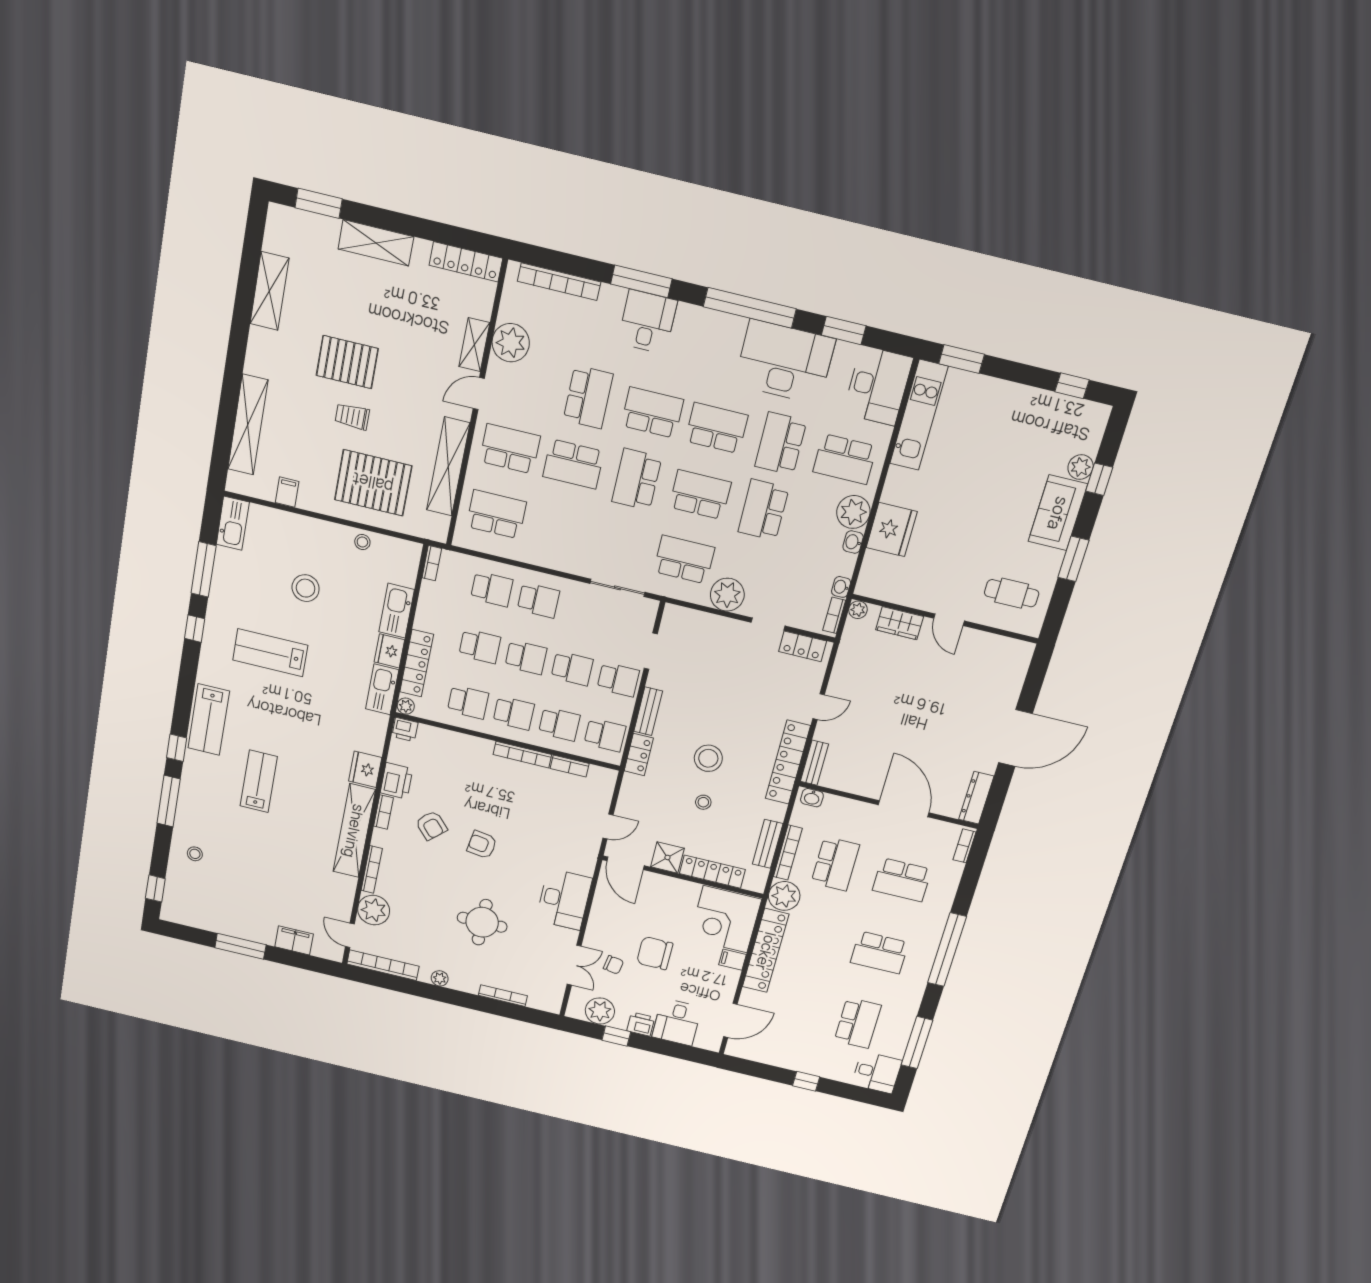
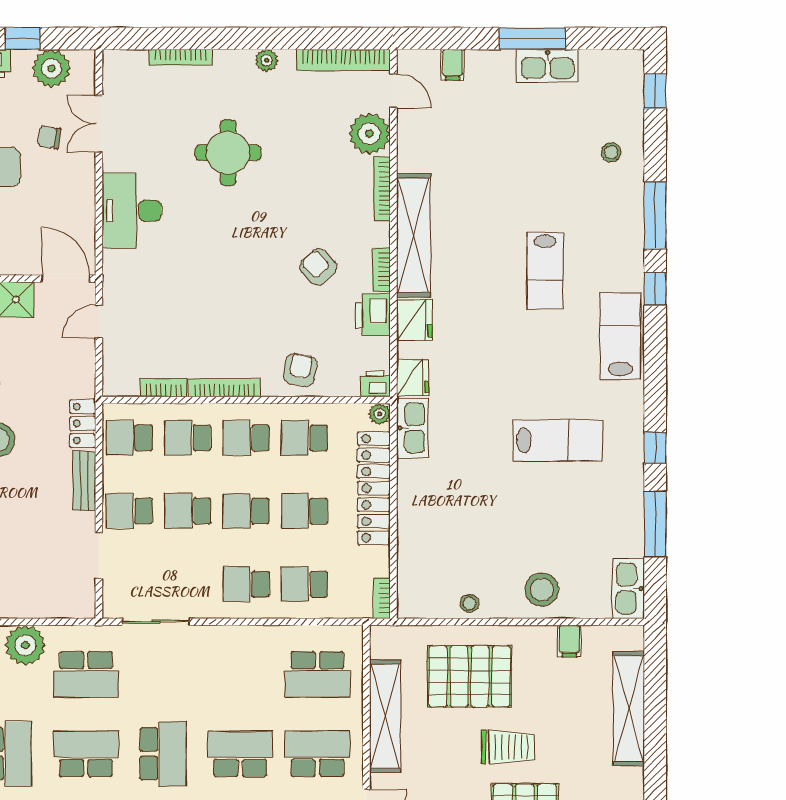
trolley: (352, 416) -> (508, 747), width x1.36, depth x1.39
school desk: (510, 449) -> (317, 754), turned 180
school desk: (700, 495) -> (86, 754), turned 180
stool: (306, 588) -> (542, 590), moved
kitchen sink: (397, 611) -> (548, 66), moved, turned 90
fridge: (389, 651) -> (413, 377), moved
locker: (417, 663) -> (374, 488), width x1.41, depth x1.21
armchair: (482, 845) -> (300, 370), moved, turned -88
filing cabinet: (294, 940) -> (453, 65), width x0.50

